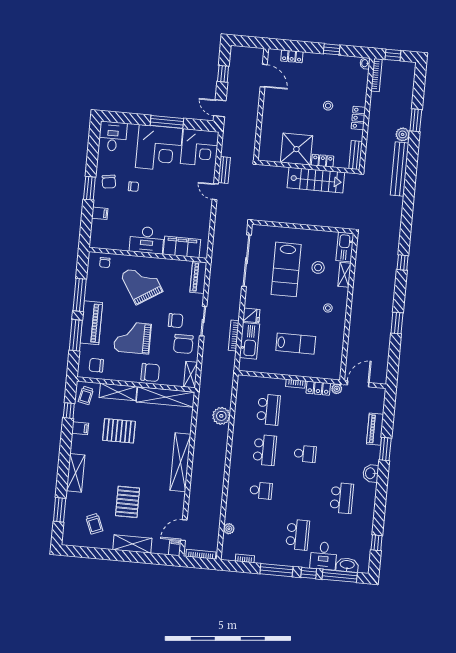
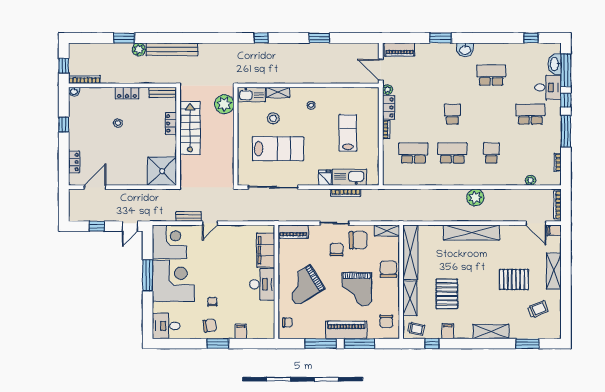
shower: (296, 149) -> (162, 171), moved
plant: (337, 218) -> (224, 104), added
plant: (221, 416) -> (475, 198), moved
piano: (375, 429) -> (400, 50), moved

